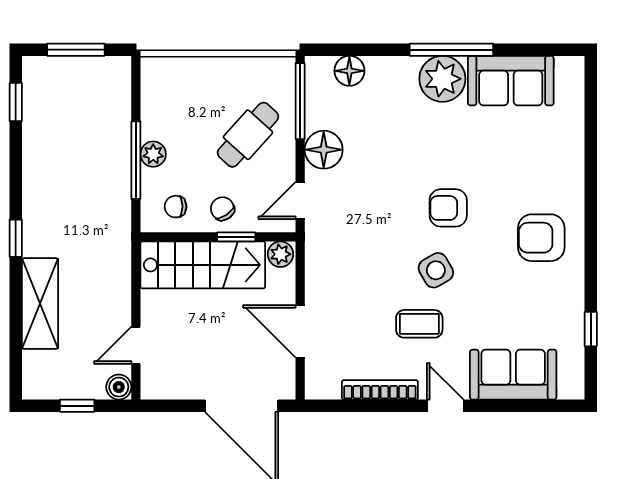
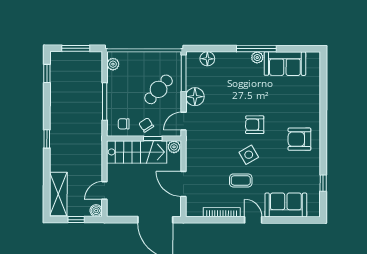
plant: (442, 79) -> (257, 58), width x0.53, depth x0.53
plant: (153, 154) -> (113, 64), moved
shelving: (40, 304) -> (58, 194), moved

